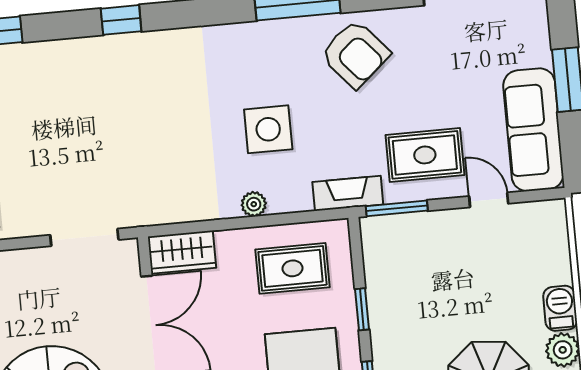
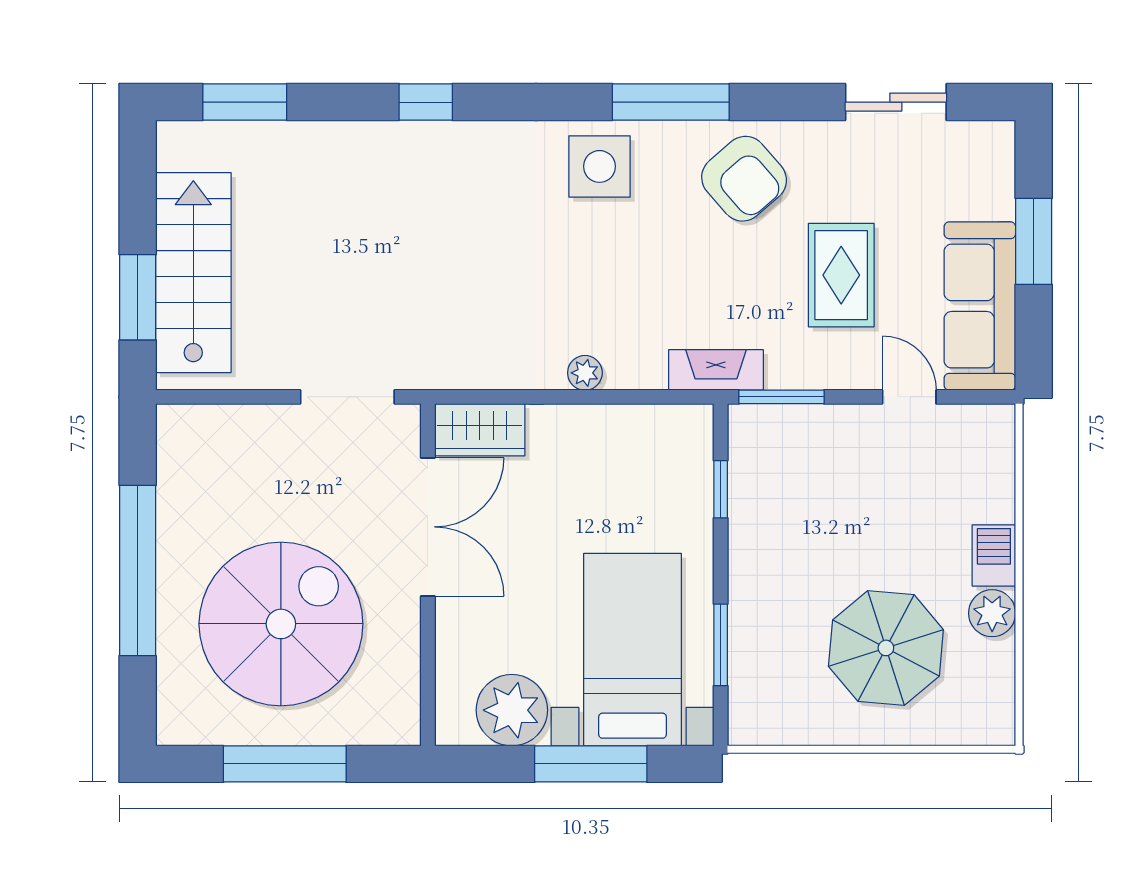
side table: (268, 129) -> (600, 166), moved
rug: (425, 155) -> (841, 275), moved, turned 90
rug: (293, 268) -> (630, 466), removed
window: (362, 309) -> (721, 489), moved

